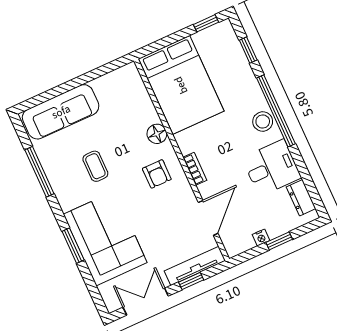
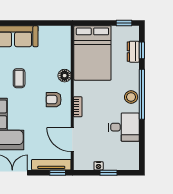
armchair: (157, 174) -> (54, 100), turned 90
dresser: (301, 198) -> (133, 52), moved
door: (208, 218) -> (72, 140), swing flipped
window: (191, 281) -> (58, 173), moved

